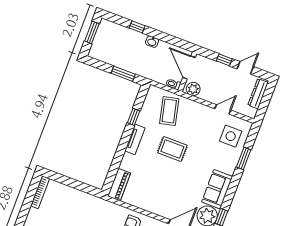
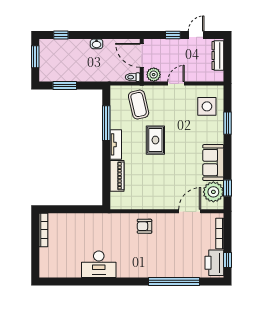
window: (137, 27) -> (61, 35), moved
window: (123, 74) -> (65, 85), moved
door: (223, 109) -> (176, 83), moved
window: (134, 117) -> (106, 123), width x2.17
rug: (172, 149) -> (155, 140), turned 90
piano: (119, 185) -> (117, 176), moved

